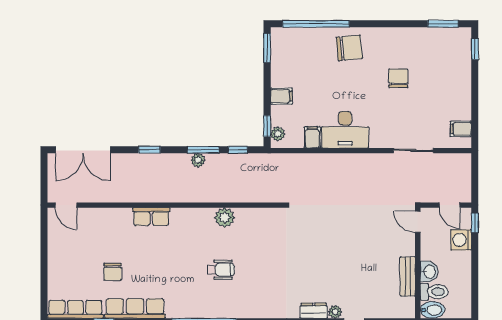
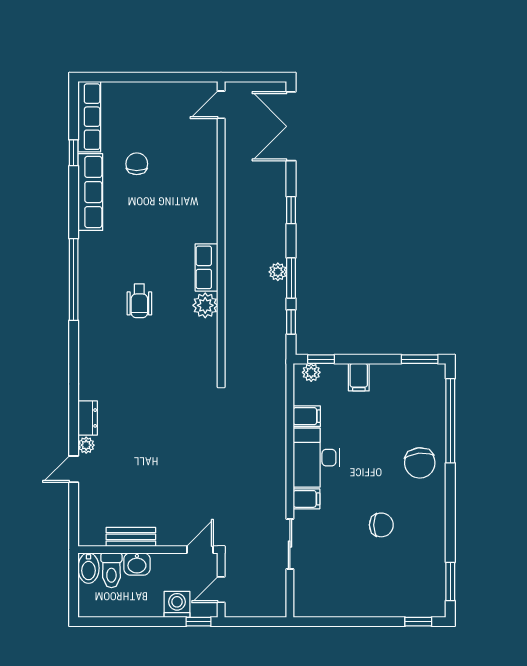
filing cabinet: (461, 129) -> (306, 499), moved, turned 90
row of seats: (151, 217) -> (207, 267), moved
chair: (113, 272) -> (137, 164), turned 90

